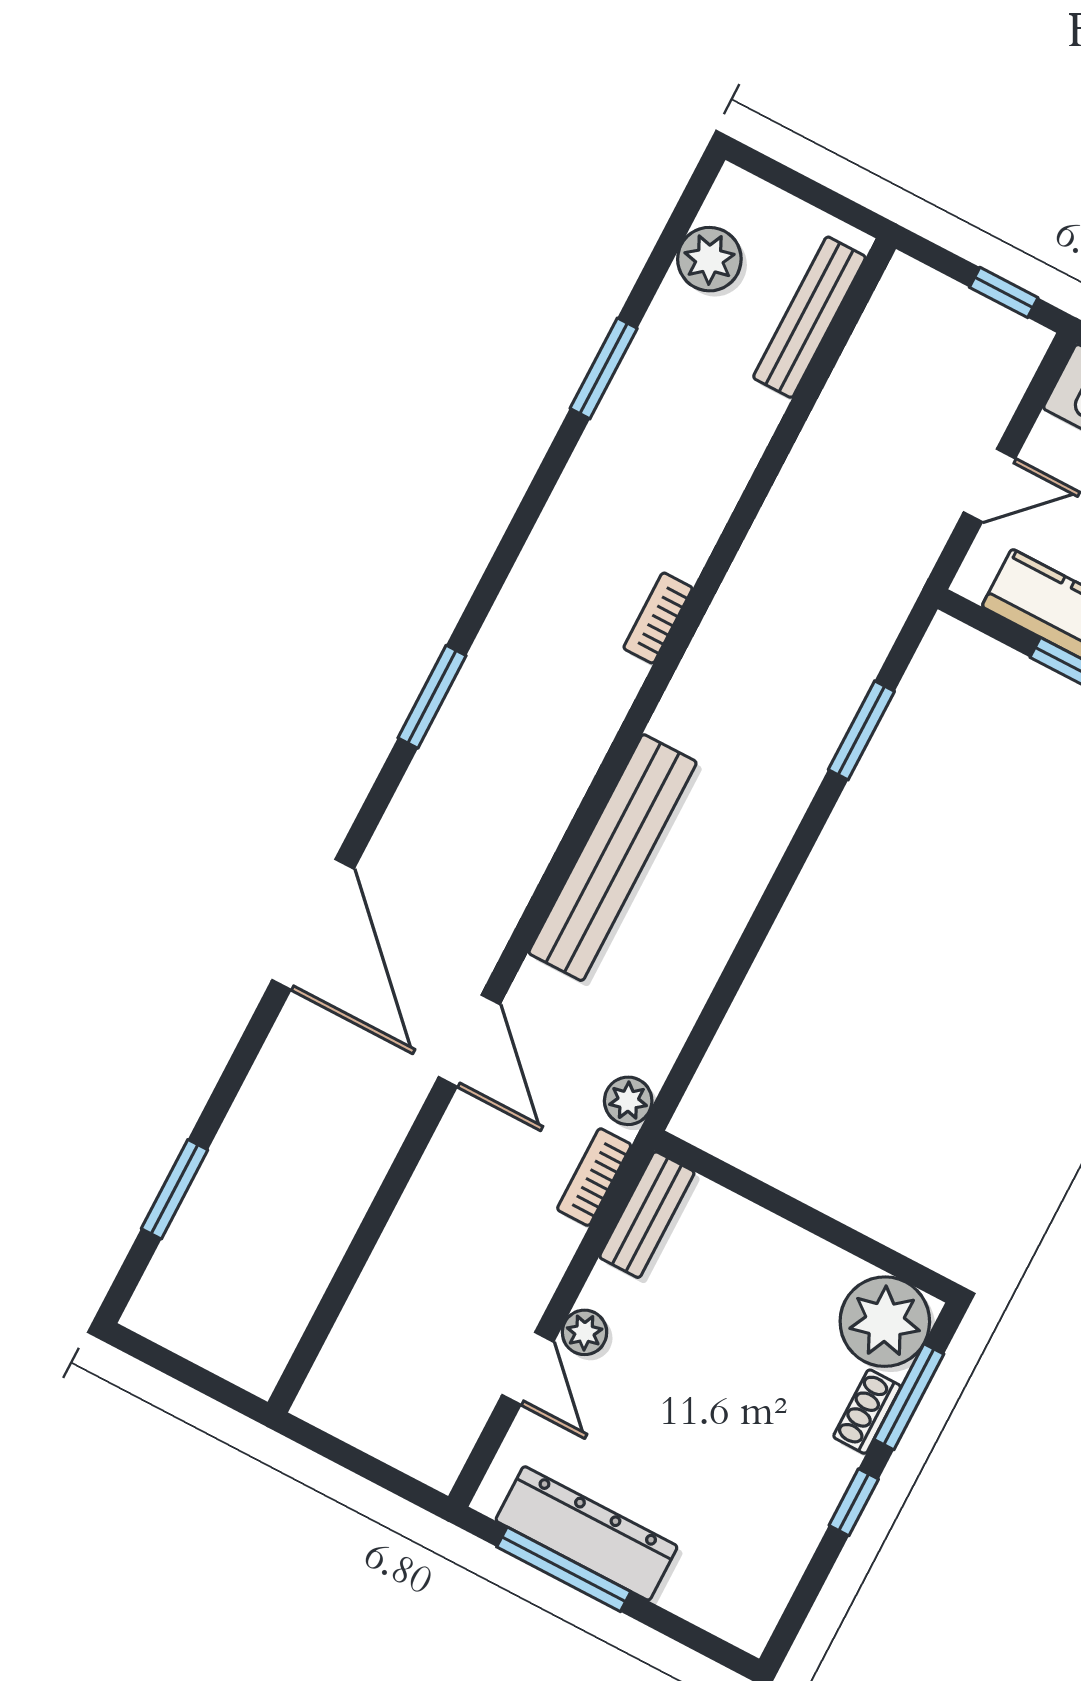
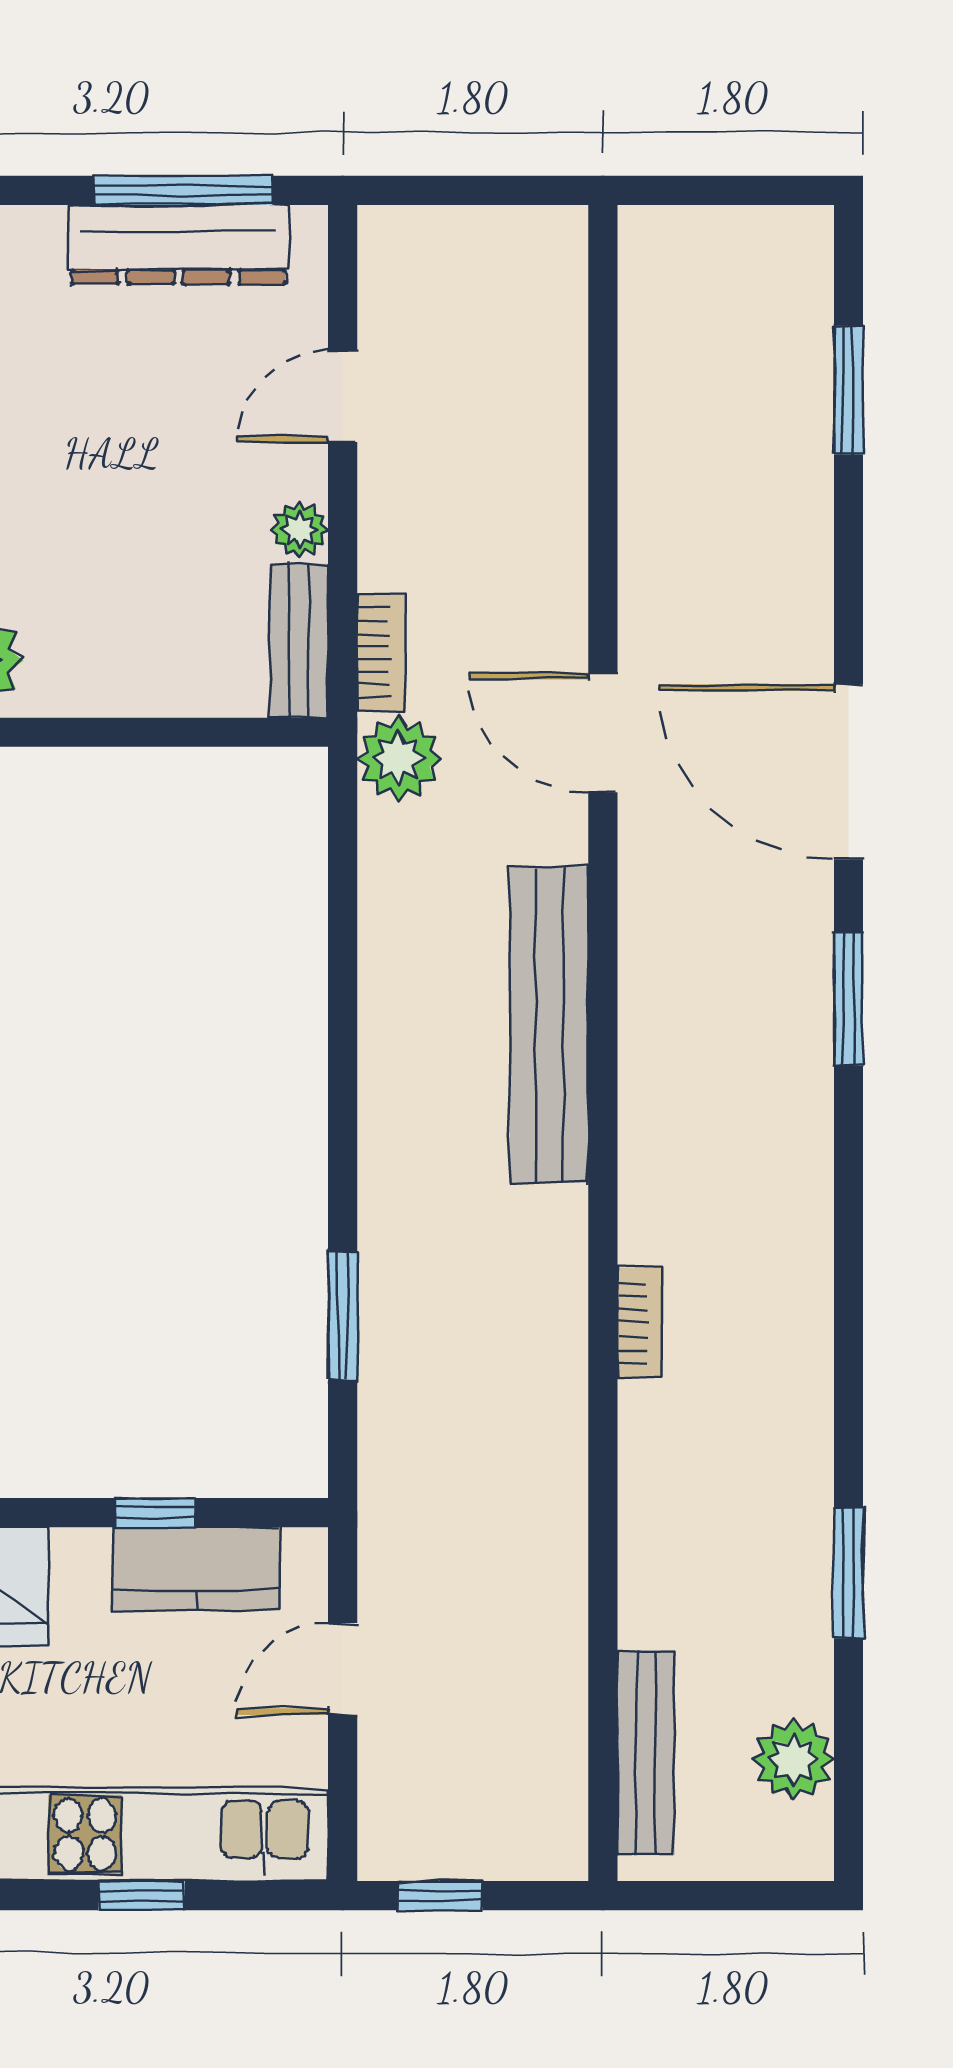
window: (432, 697) -> (848, 999), moved
plant: (628, 1101) -> (399, 759), width x1.38, depth x1.38
plant: (585, 1332) -> (300, 530), moved
door: (528, 1368) -> (343, 396), hinge flipped

